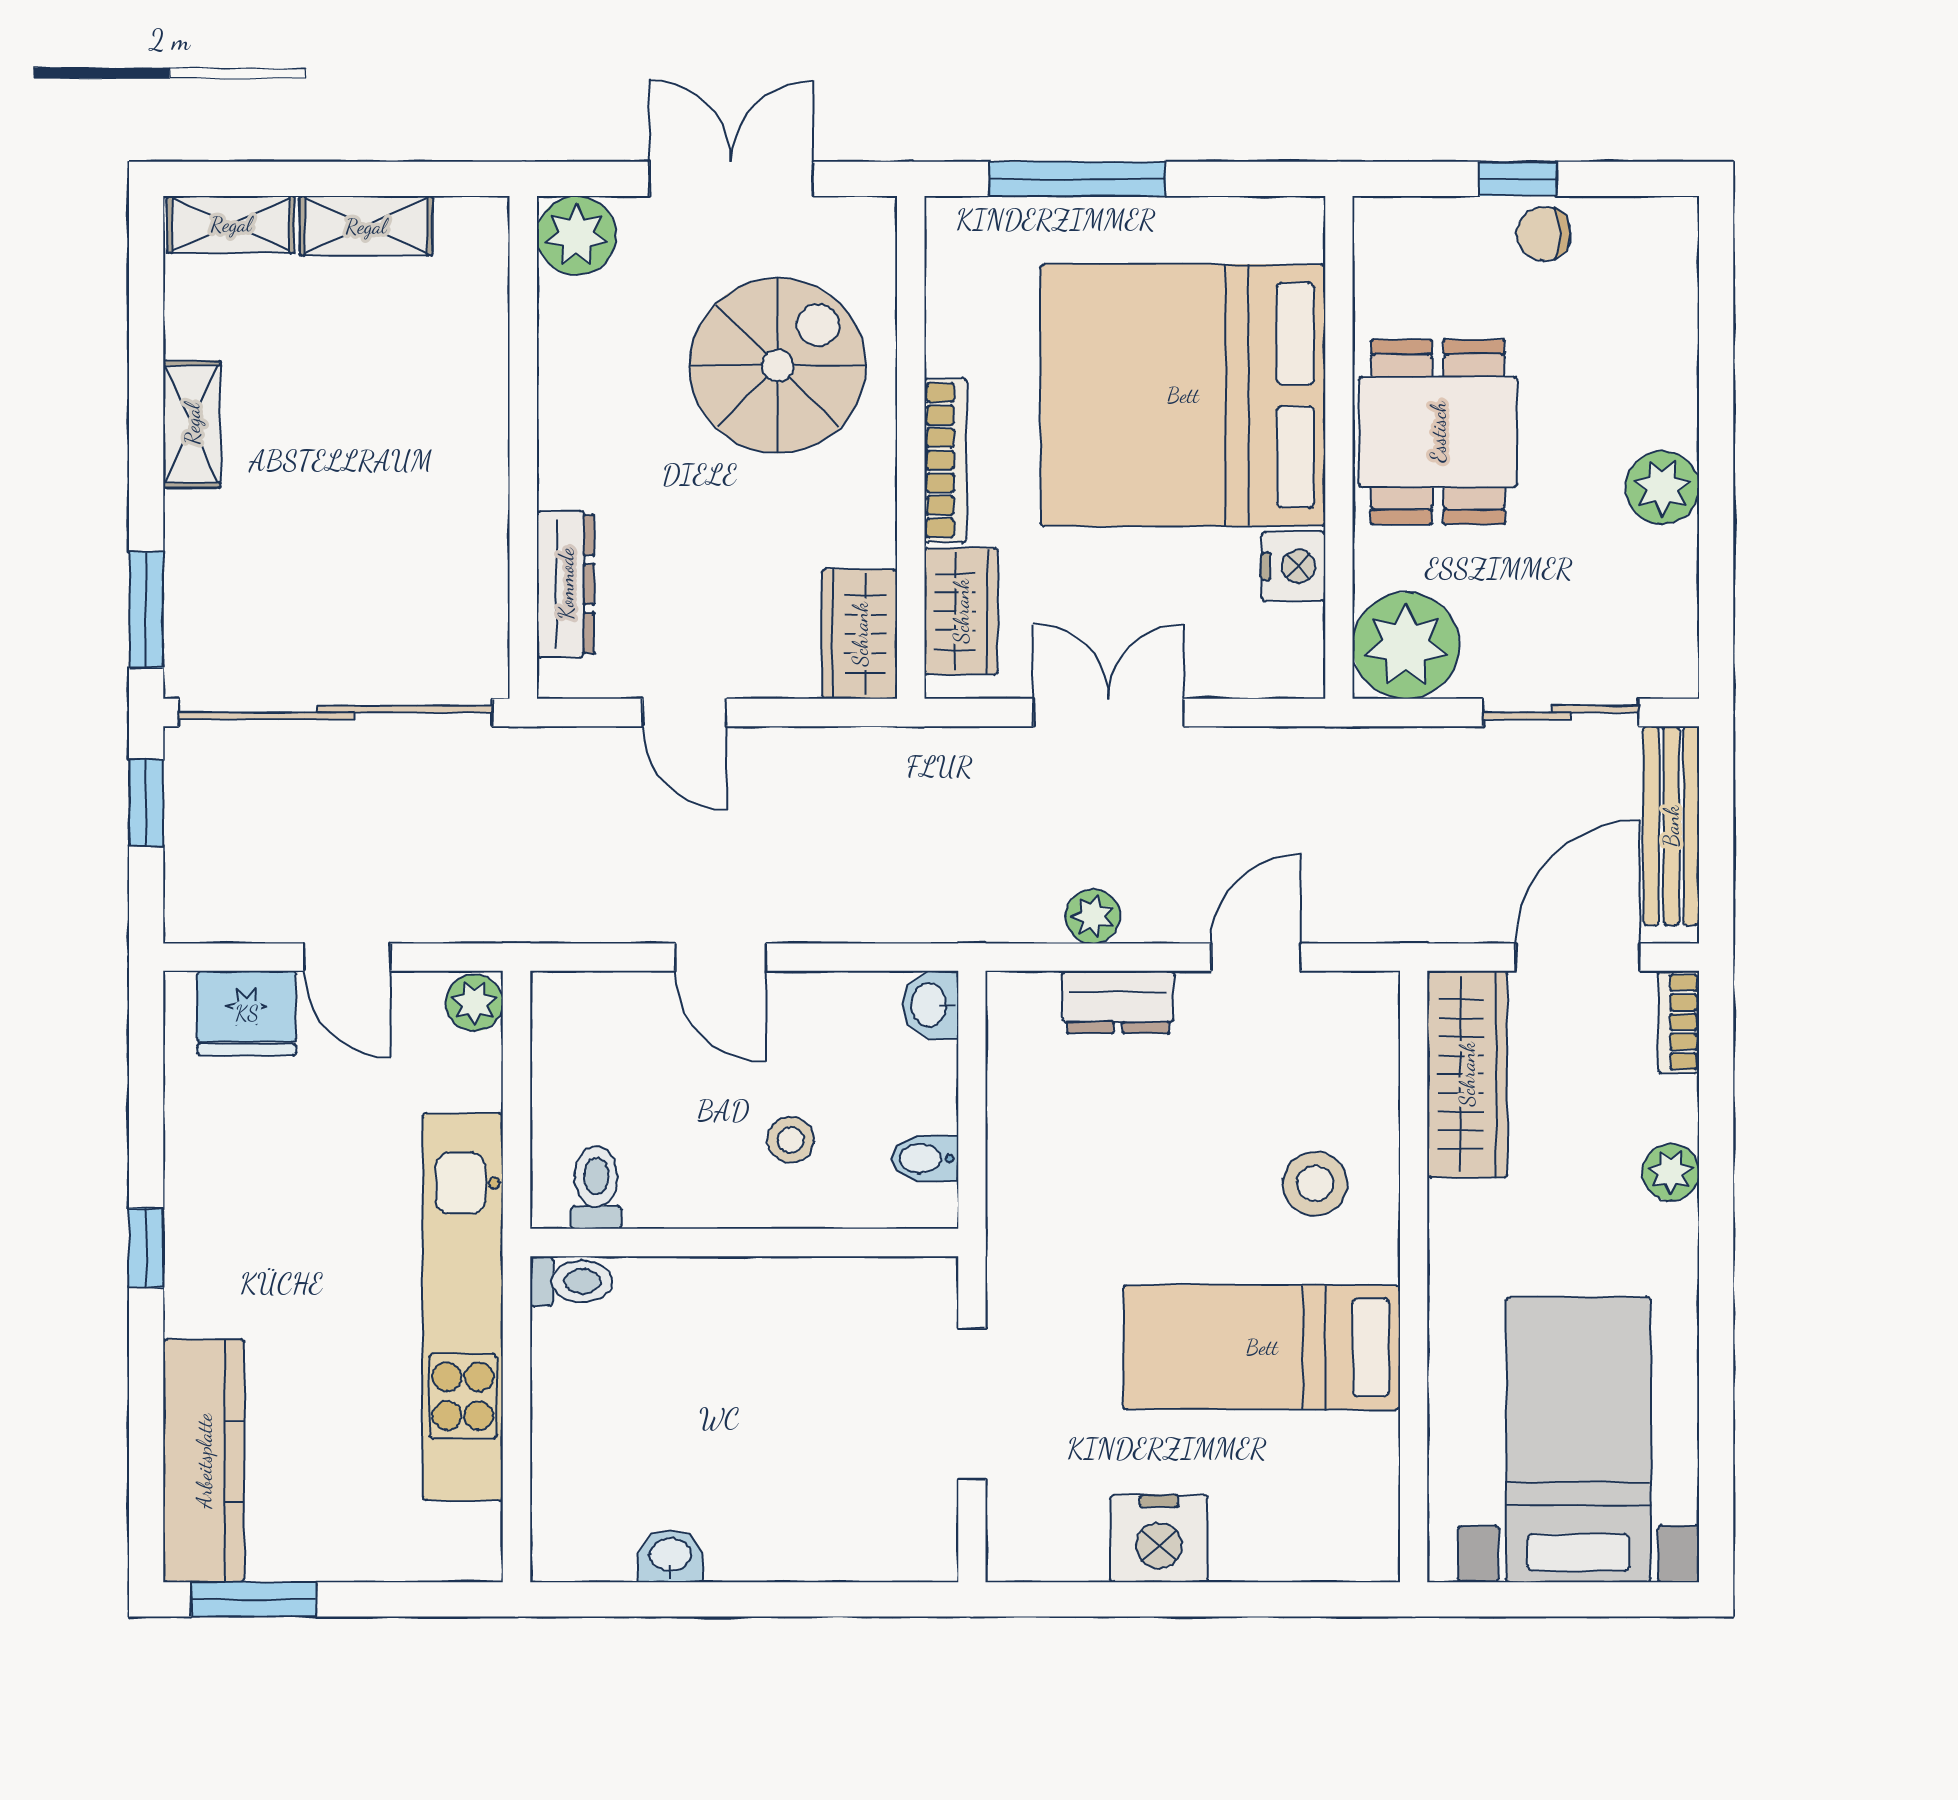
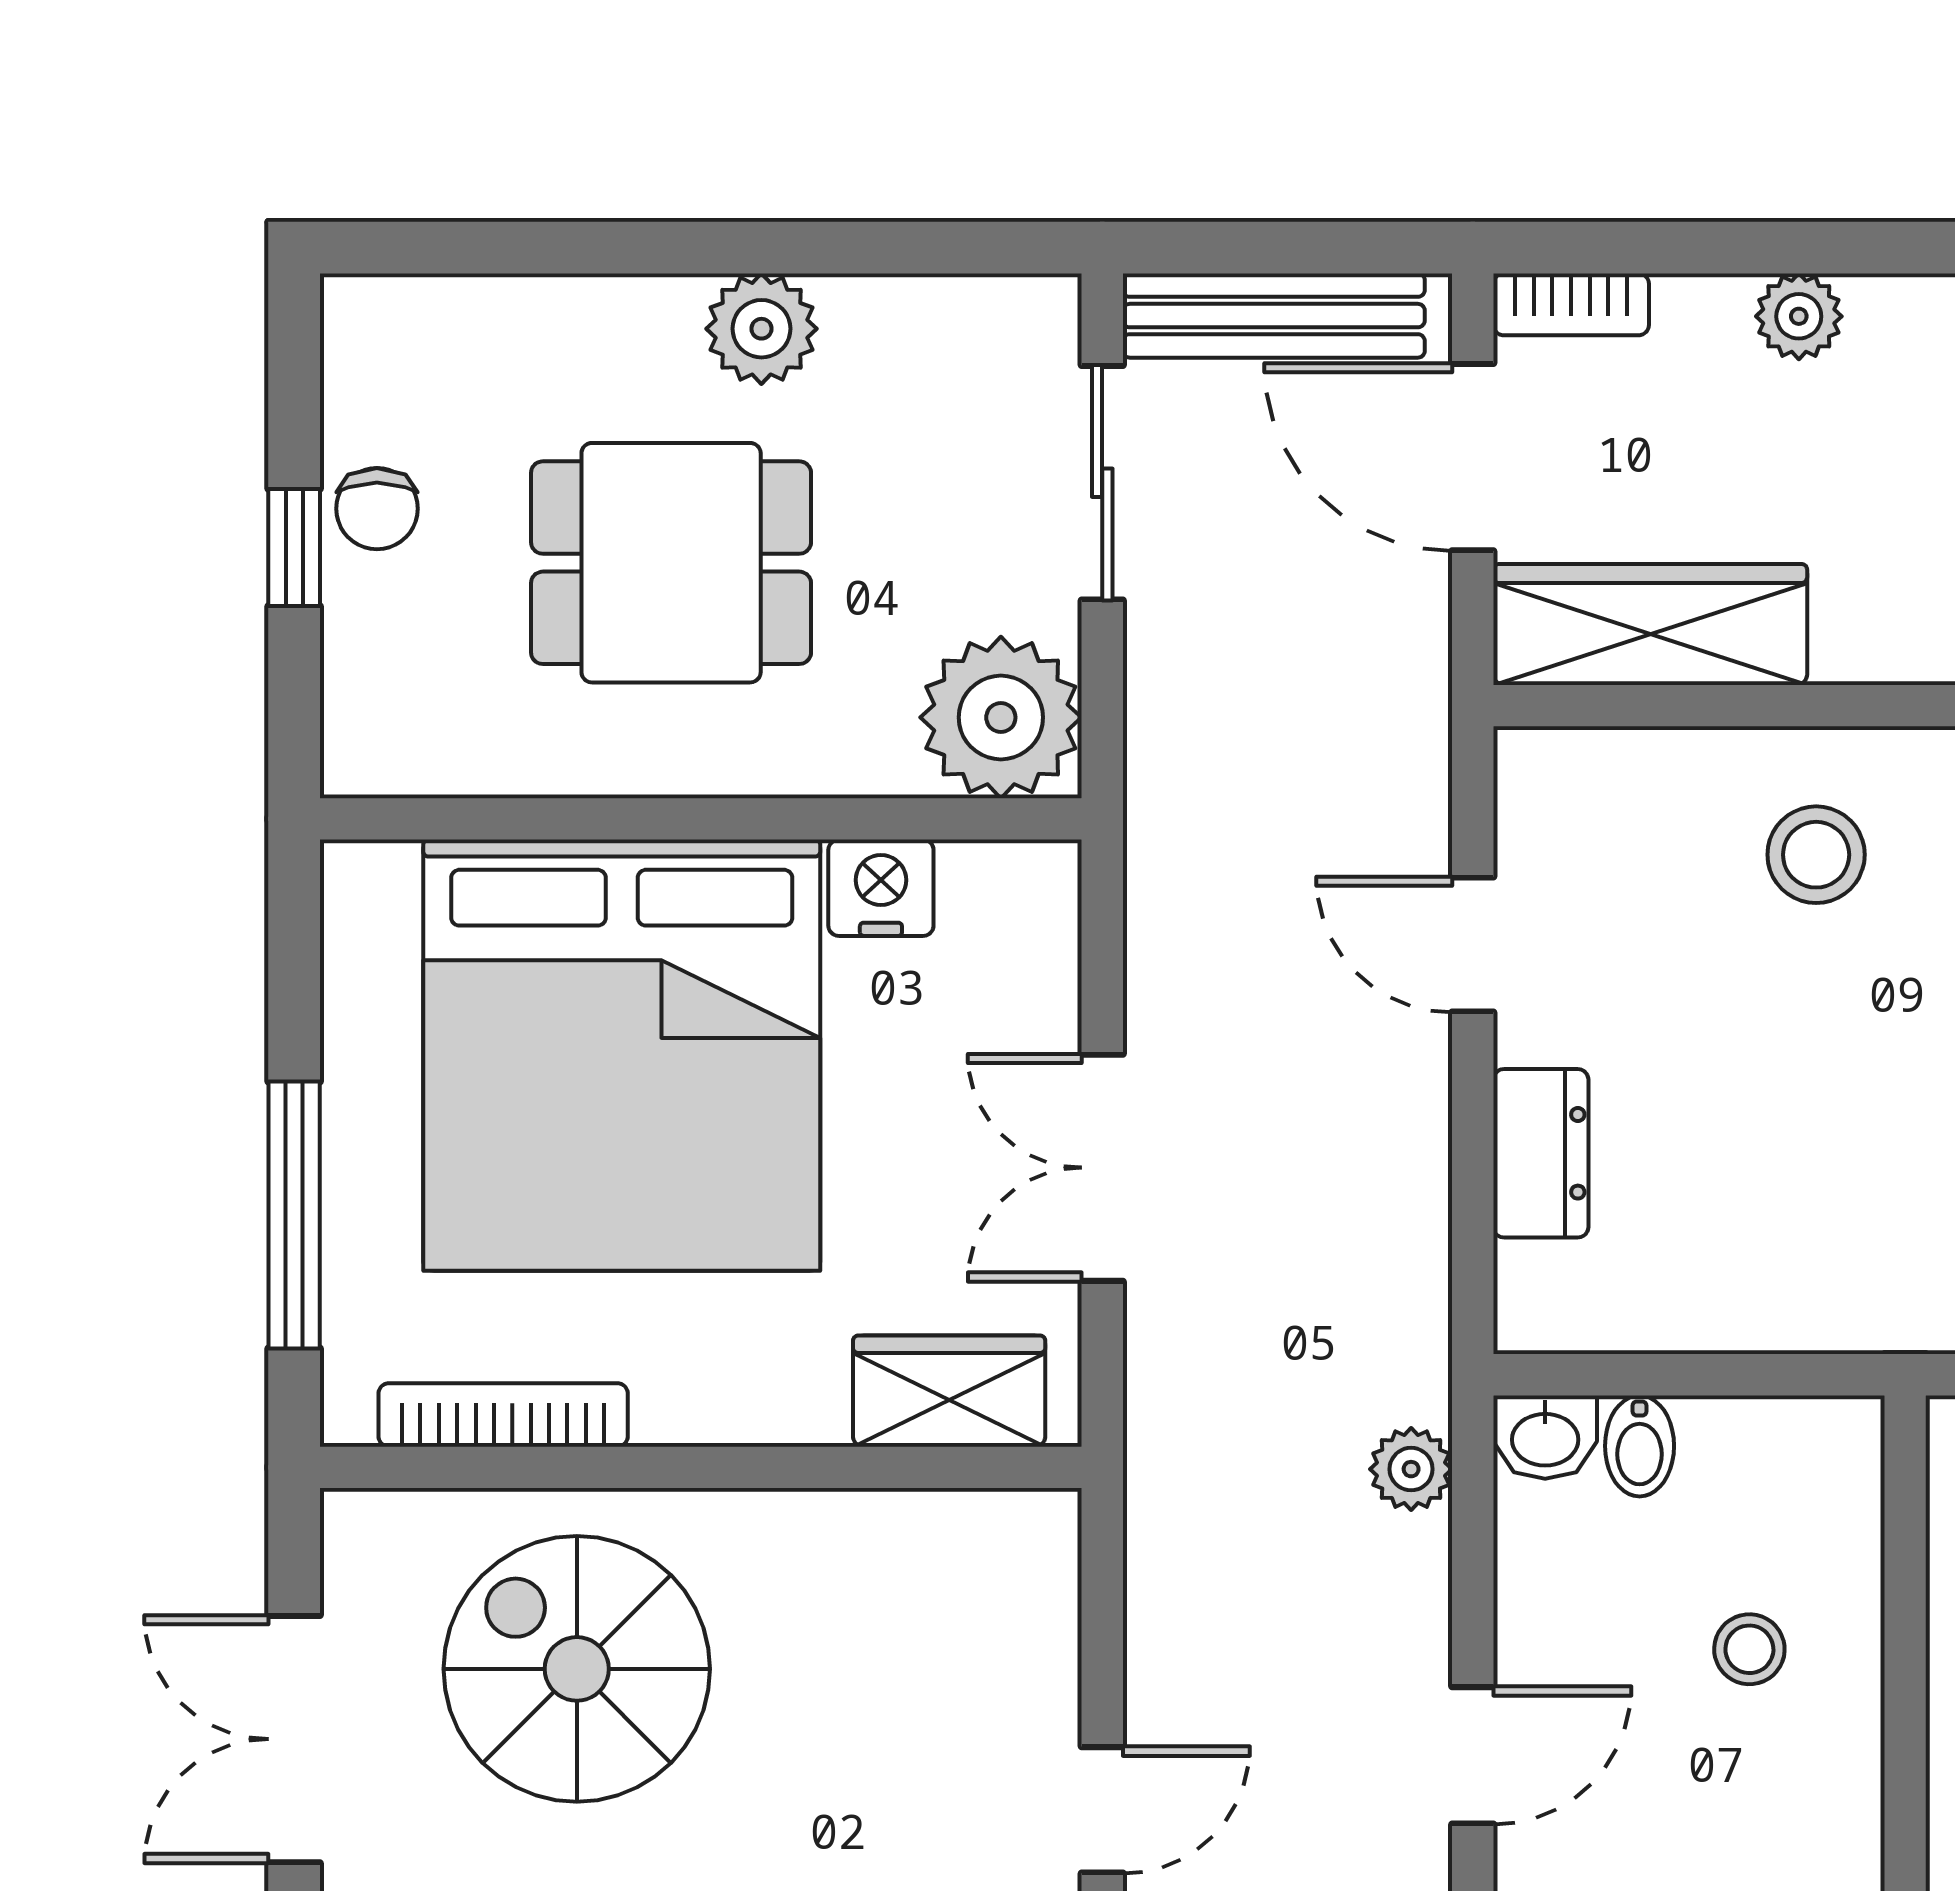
dining table: (1438, 432) -> (671, 563), moved
bookcase: (945, 460) -> (503, 1415), moved
wardrobe: (860, 634) -> (984, 1545), removed
plant: (1093, 916) -> (1411, 1469), moved
bidet: (925, 1158) -> (1640, 1446), moved

